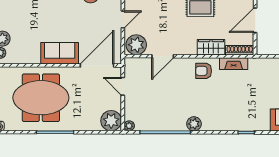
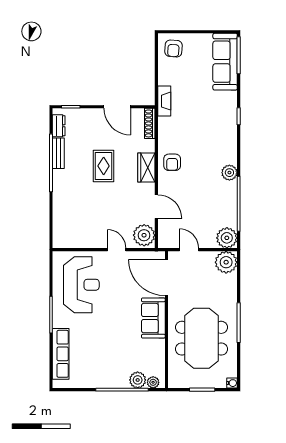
wardrobe: (211, 47) -> (146, 167), moved
fireplace: (234, 64) -> (164, 101), moved
door: (123, 86) -> (189, 250), swing flipped
plant: (129, 126) -> (227, 238), width x1.87, depth x1.87

